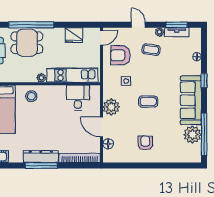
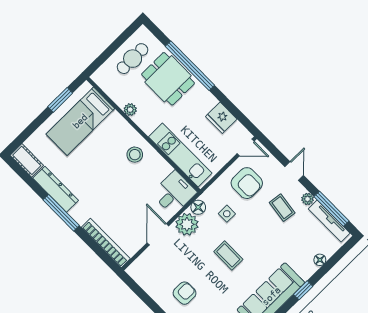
window: (177, 25) -> (331, 209), width x1.44
tv unit: (177, 32) -> (329, 221), width x1.41
armchair: (120, 55) -> (247, 183), turned 180
plant: (41, 78) -> (130, 110), moved
stool: (31, 96) -> (135, 155), moved
desk: (78, 98) -> (174, 193), moved
floor lamp: (108, 144) -> (198, 207), moved
dresser: (41, 156) -> (56, 189), moved

